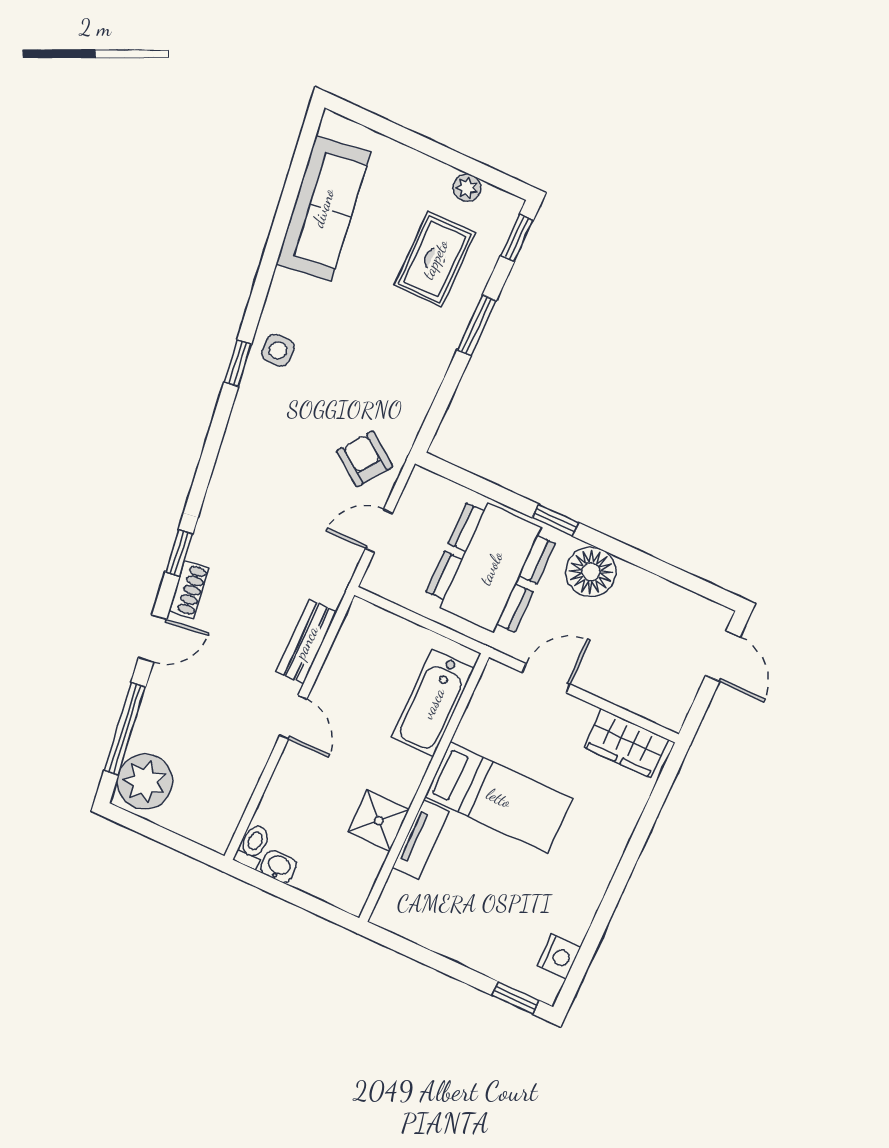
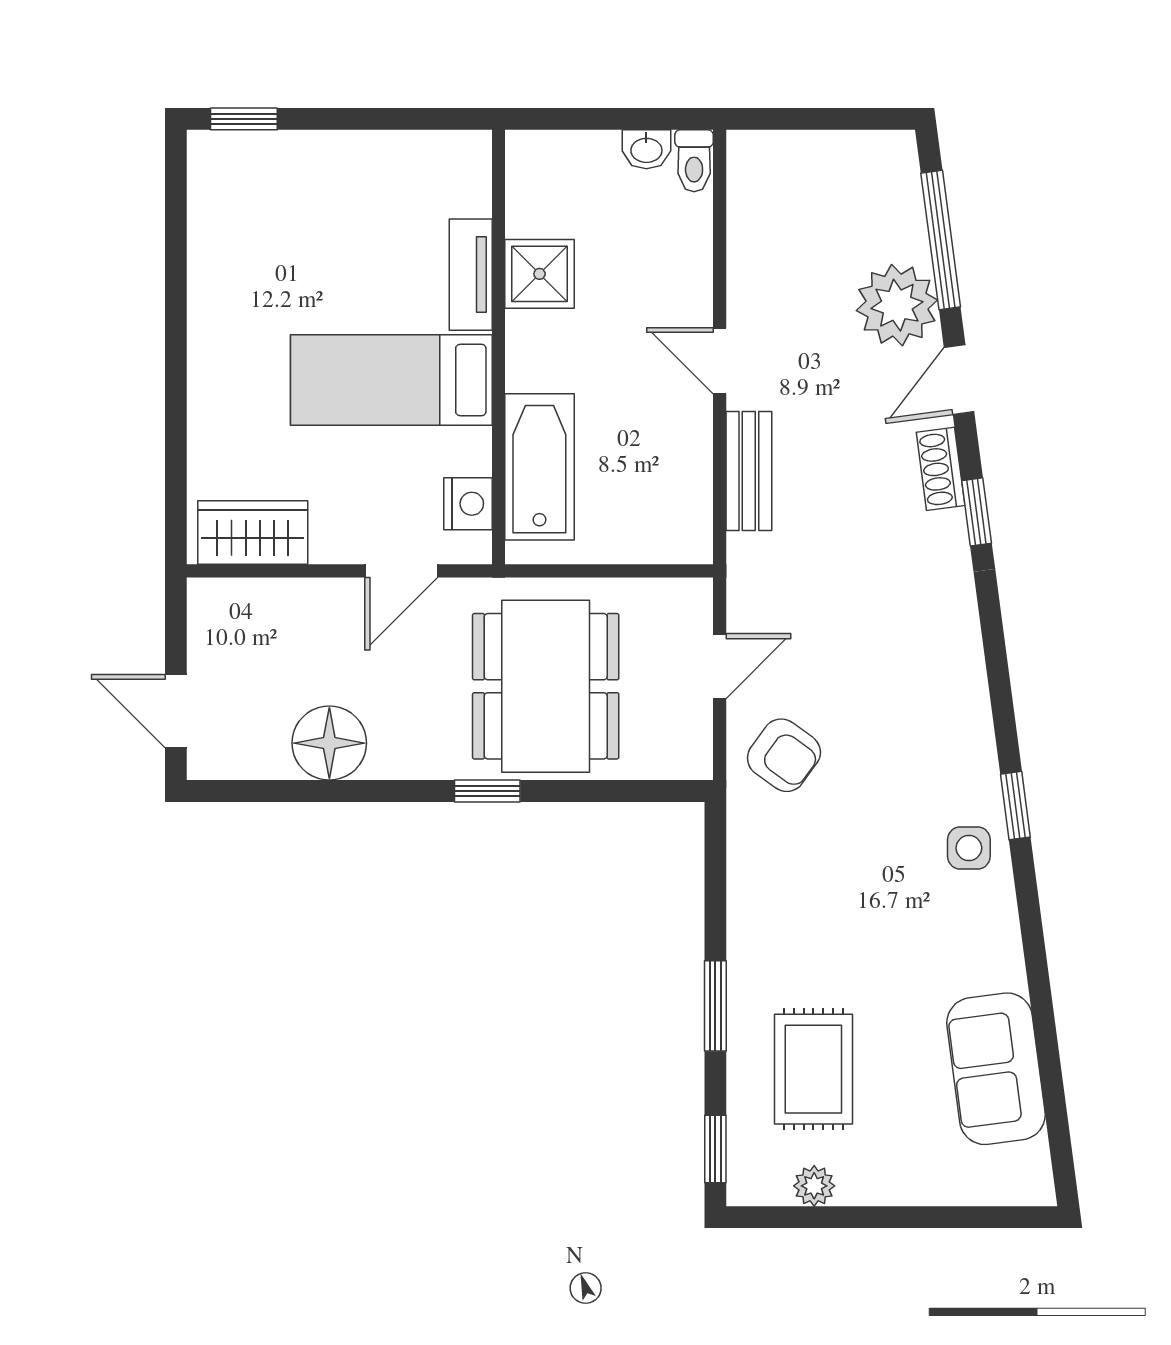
sofa: (323, 208) -> (996, 1069), width x0.73
floor lamp: (591, 572) -> (329, 743), moved
plant: (145, 782) -> (897, 305), moved
nightstand: (559, 957) -> (468, 504), moved, turned 180

